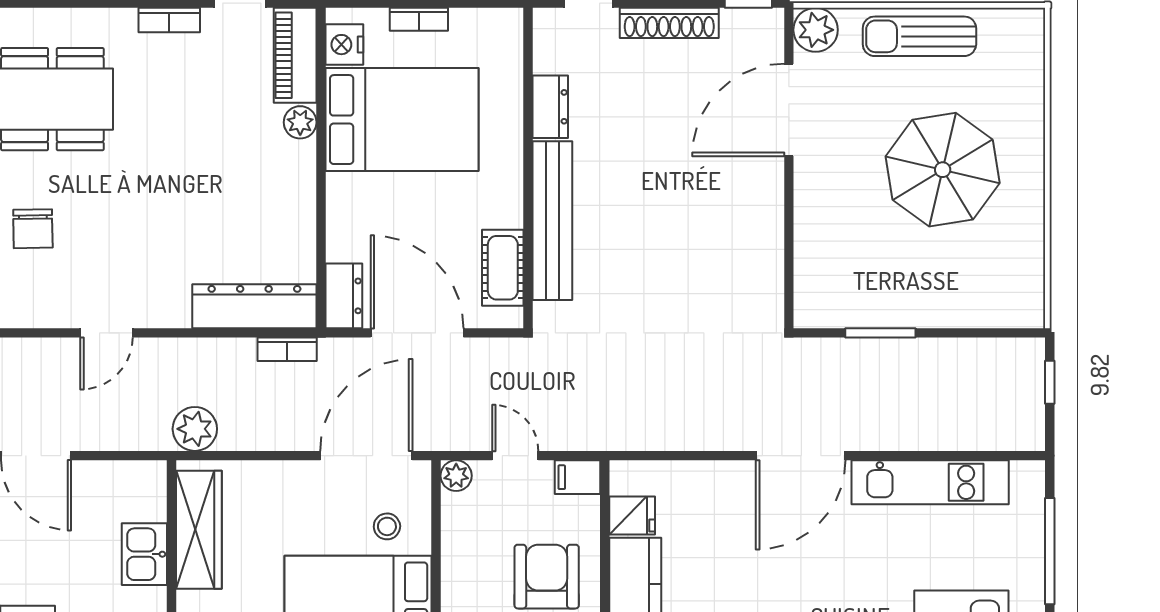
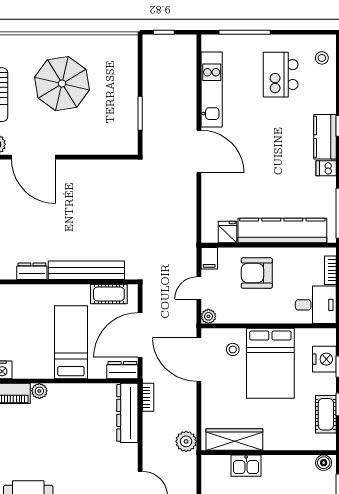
bed: (402, 120) -> (71, 342), moved, width x0.67

